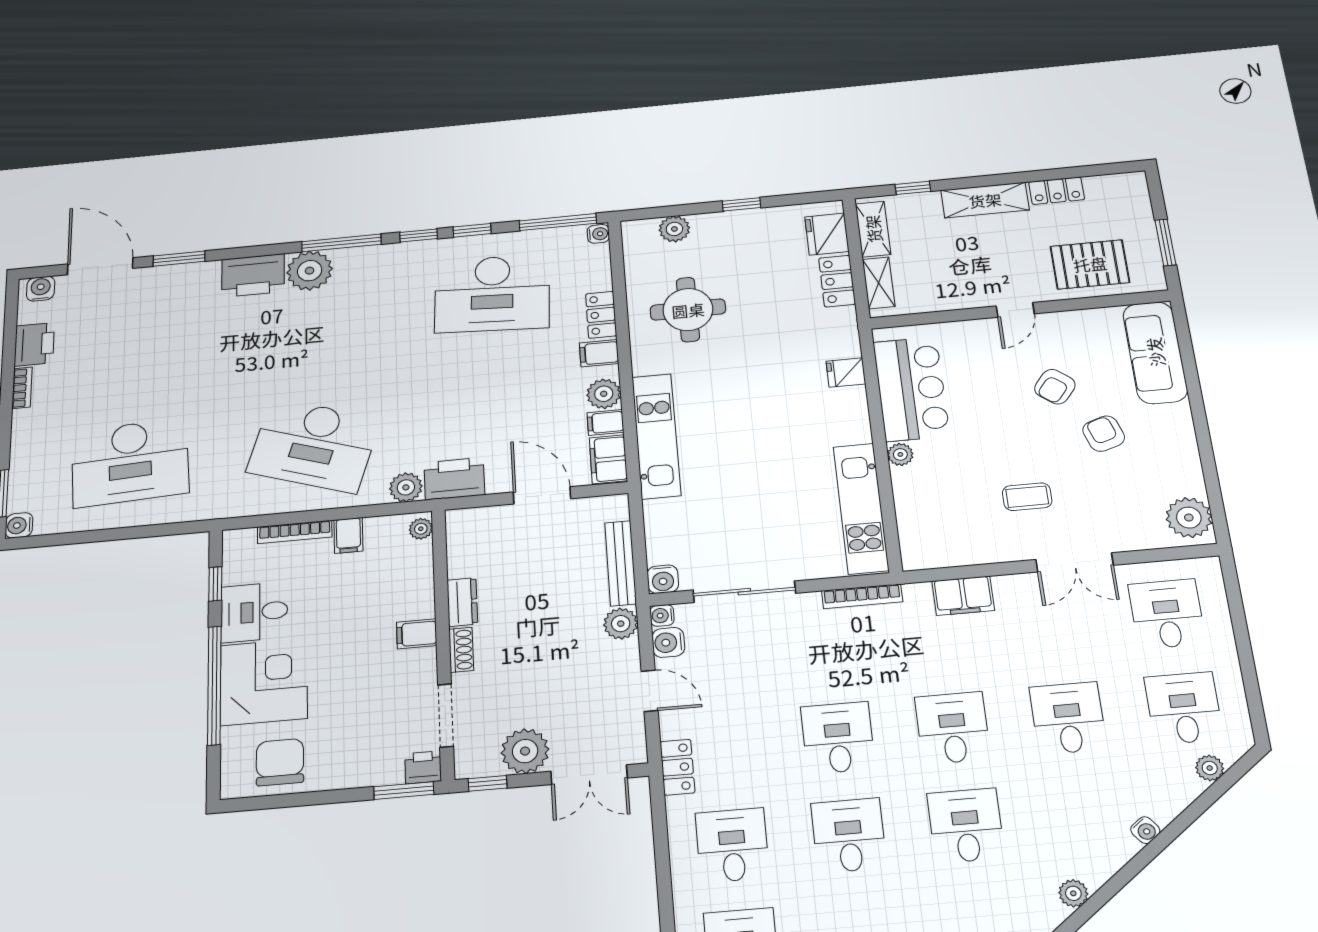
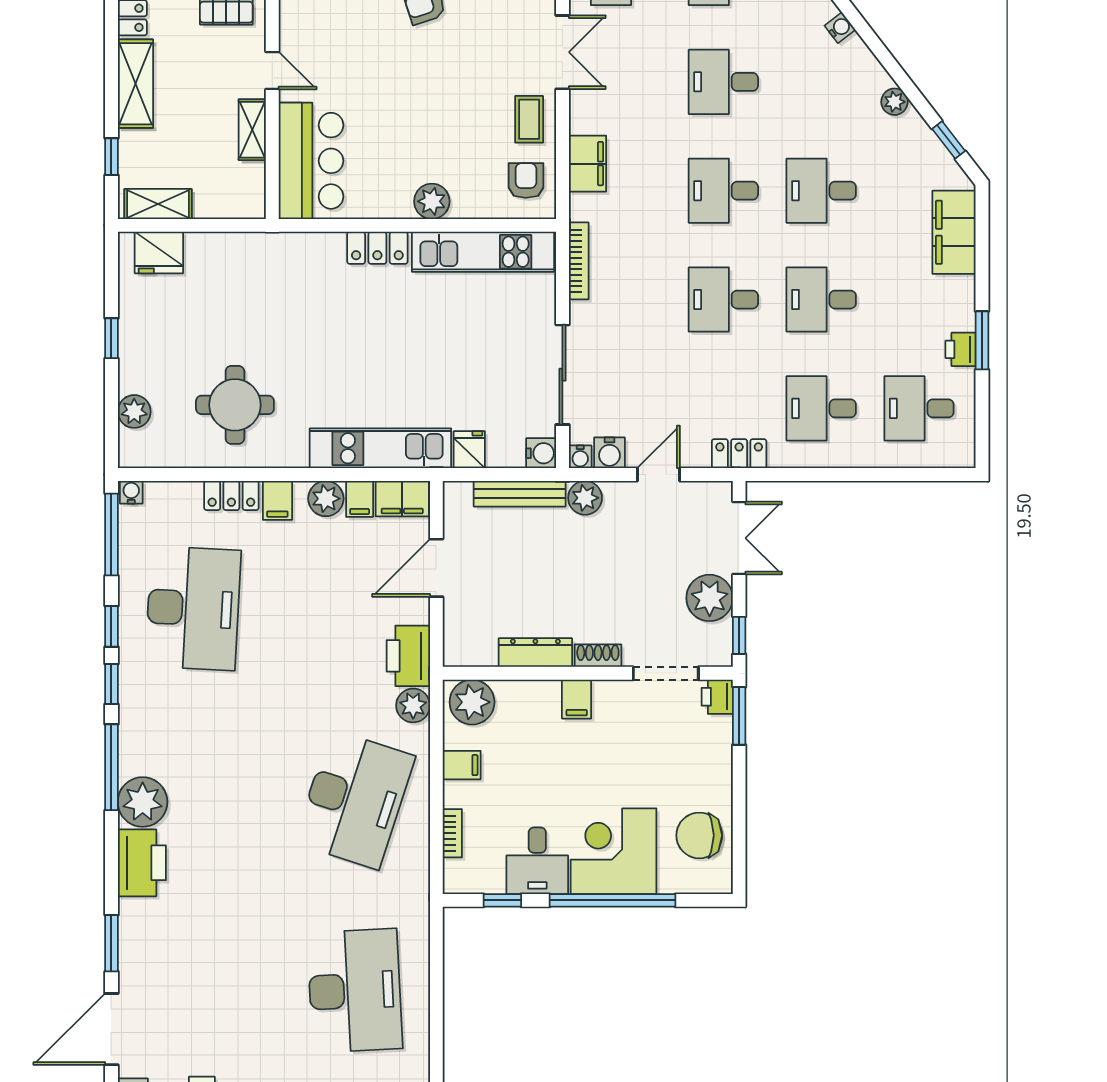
locker: (837, 281) -> (377, 248), moved
shelving: (879, 283) -> (252, 130), moved, turned 90
fridge: (846, 373) -> (469, 450), moved, turned 180
armchair: (1055, 387) -> (526, 181), moved, turned -128
bar counter: (911, 389) -> (311, 161), moved, turned 90
plant: (900, 454) -> (432, 201), width x1.38, depth x1.38
coffee table: (1027, 497) -> (529, 119), moved
plant: (421, 529) -> (472, 702), width x1.88, depth x1.88
bookcase: (295, 532) -> (452, 833), width x0.64
dresser: (462, 602) -> (535, 653), width x1.44

